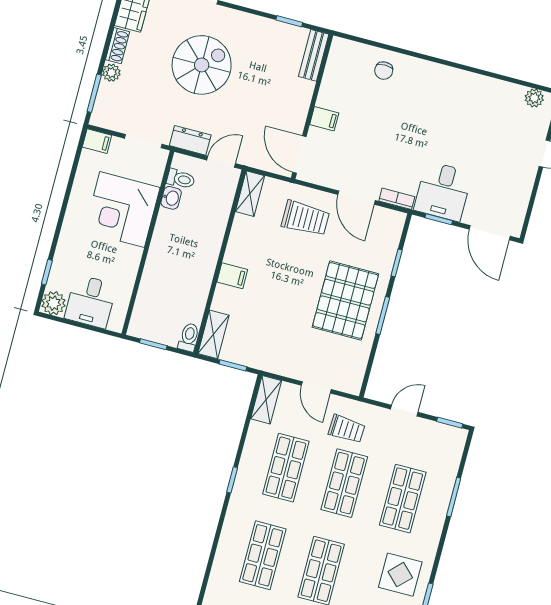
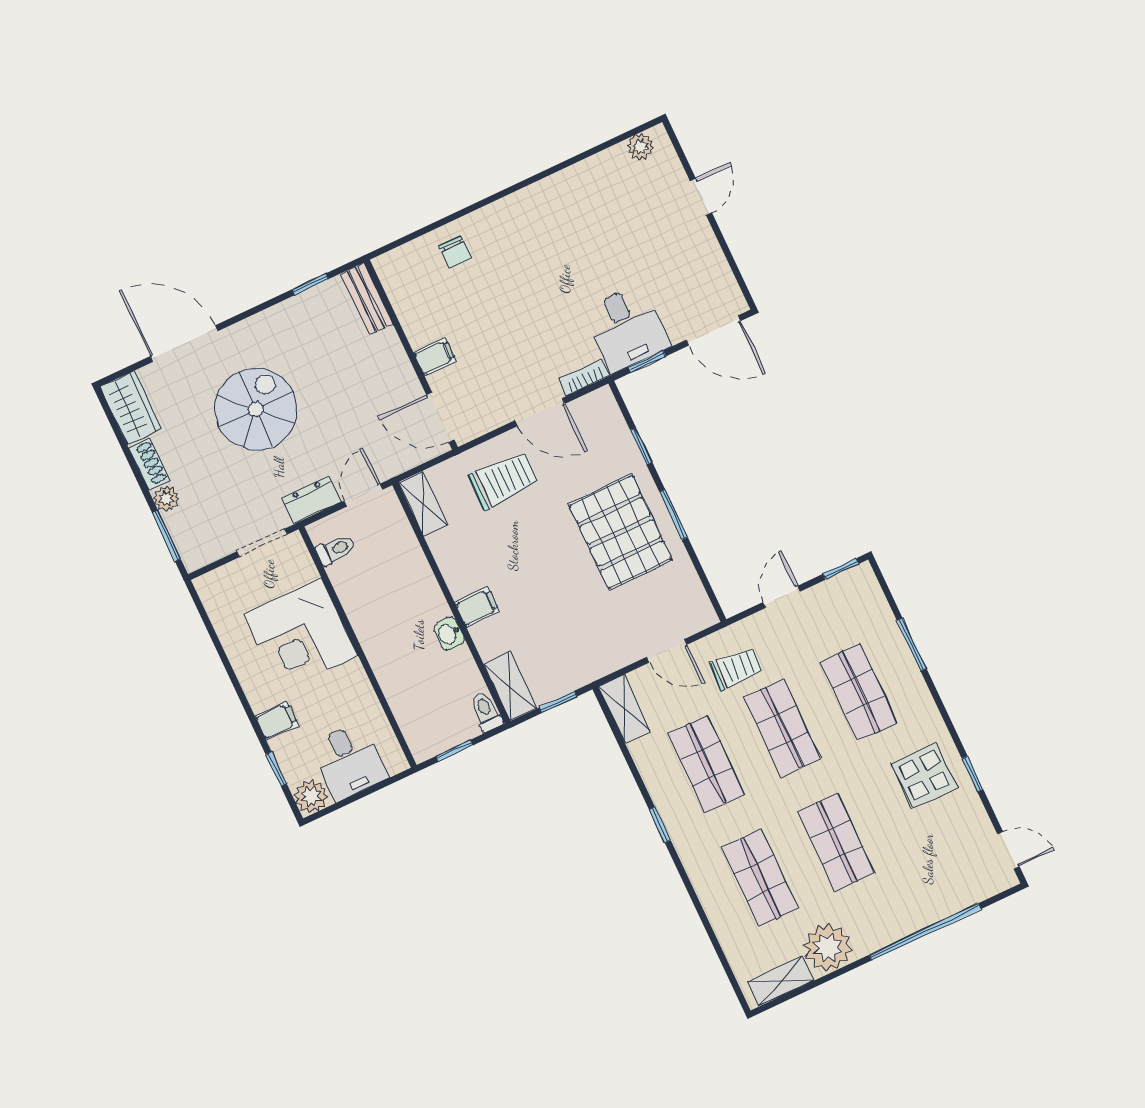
filing cabinet: (97, 141) -> (277, 721), moved
washbasin: (171, 198) -> (449, 634), moved, turned 180

